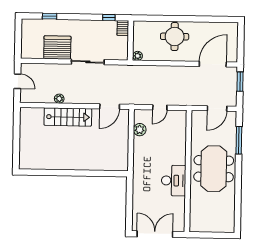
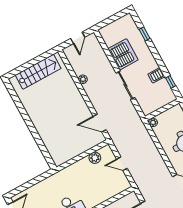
server rack: (123, 28) -> (156, 75), moved
stairs: (68, 117) -> (38, 72), moved, turned -90

